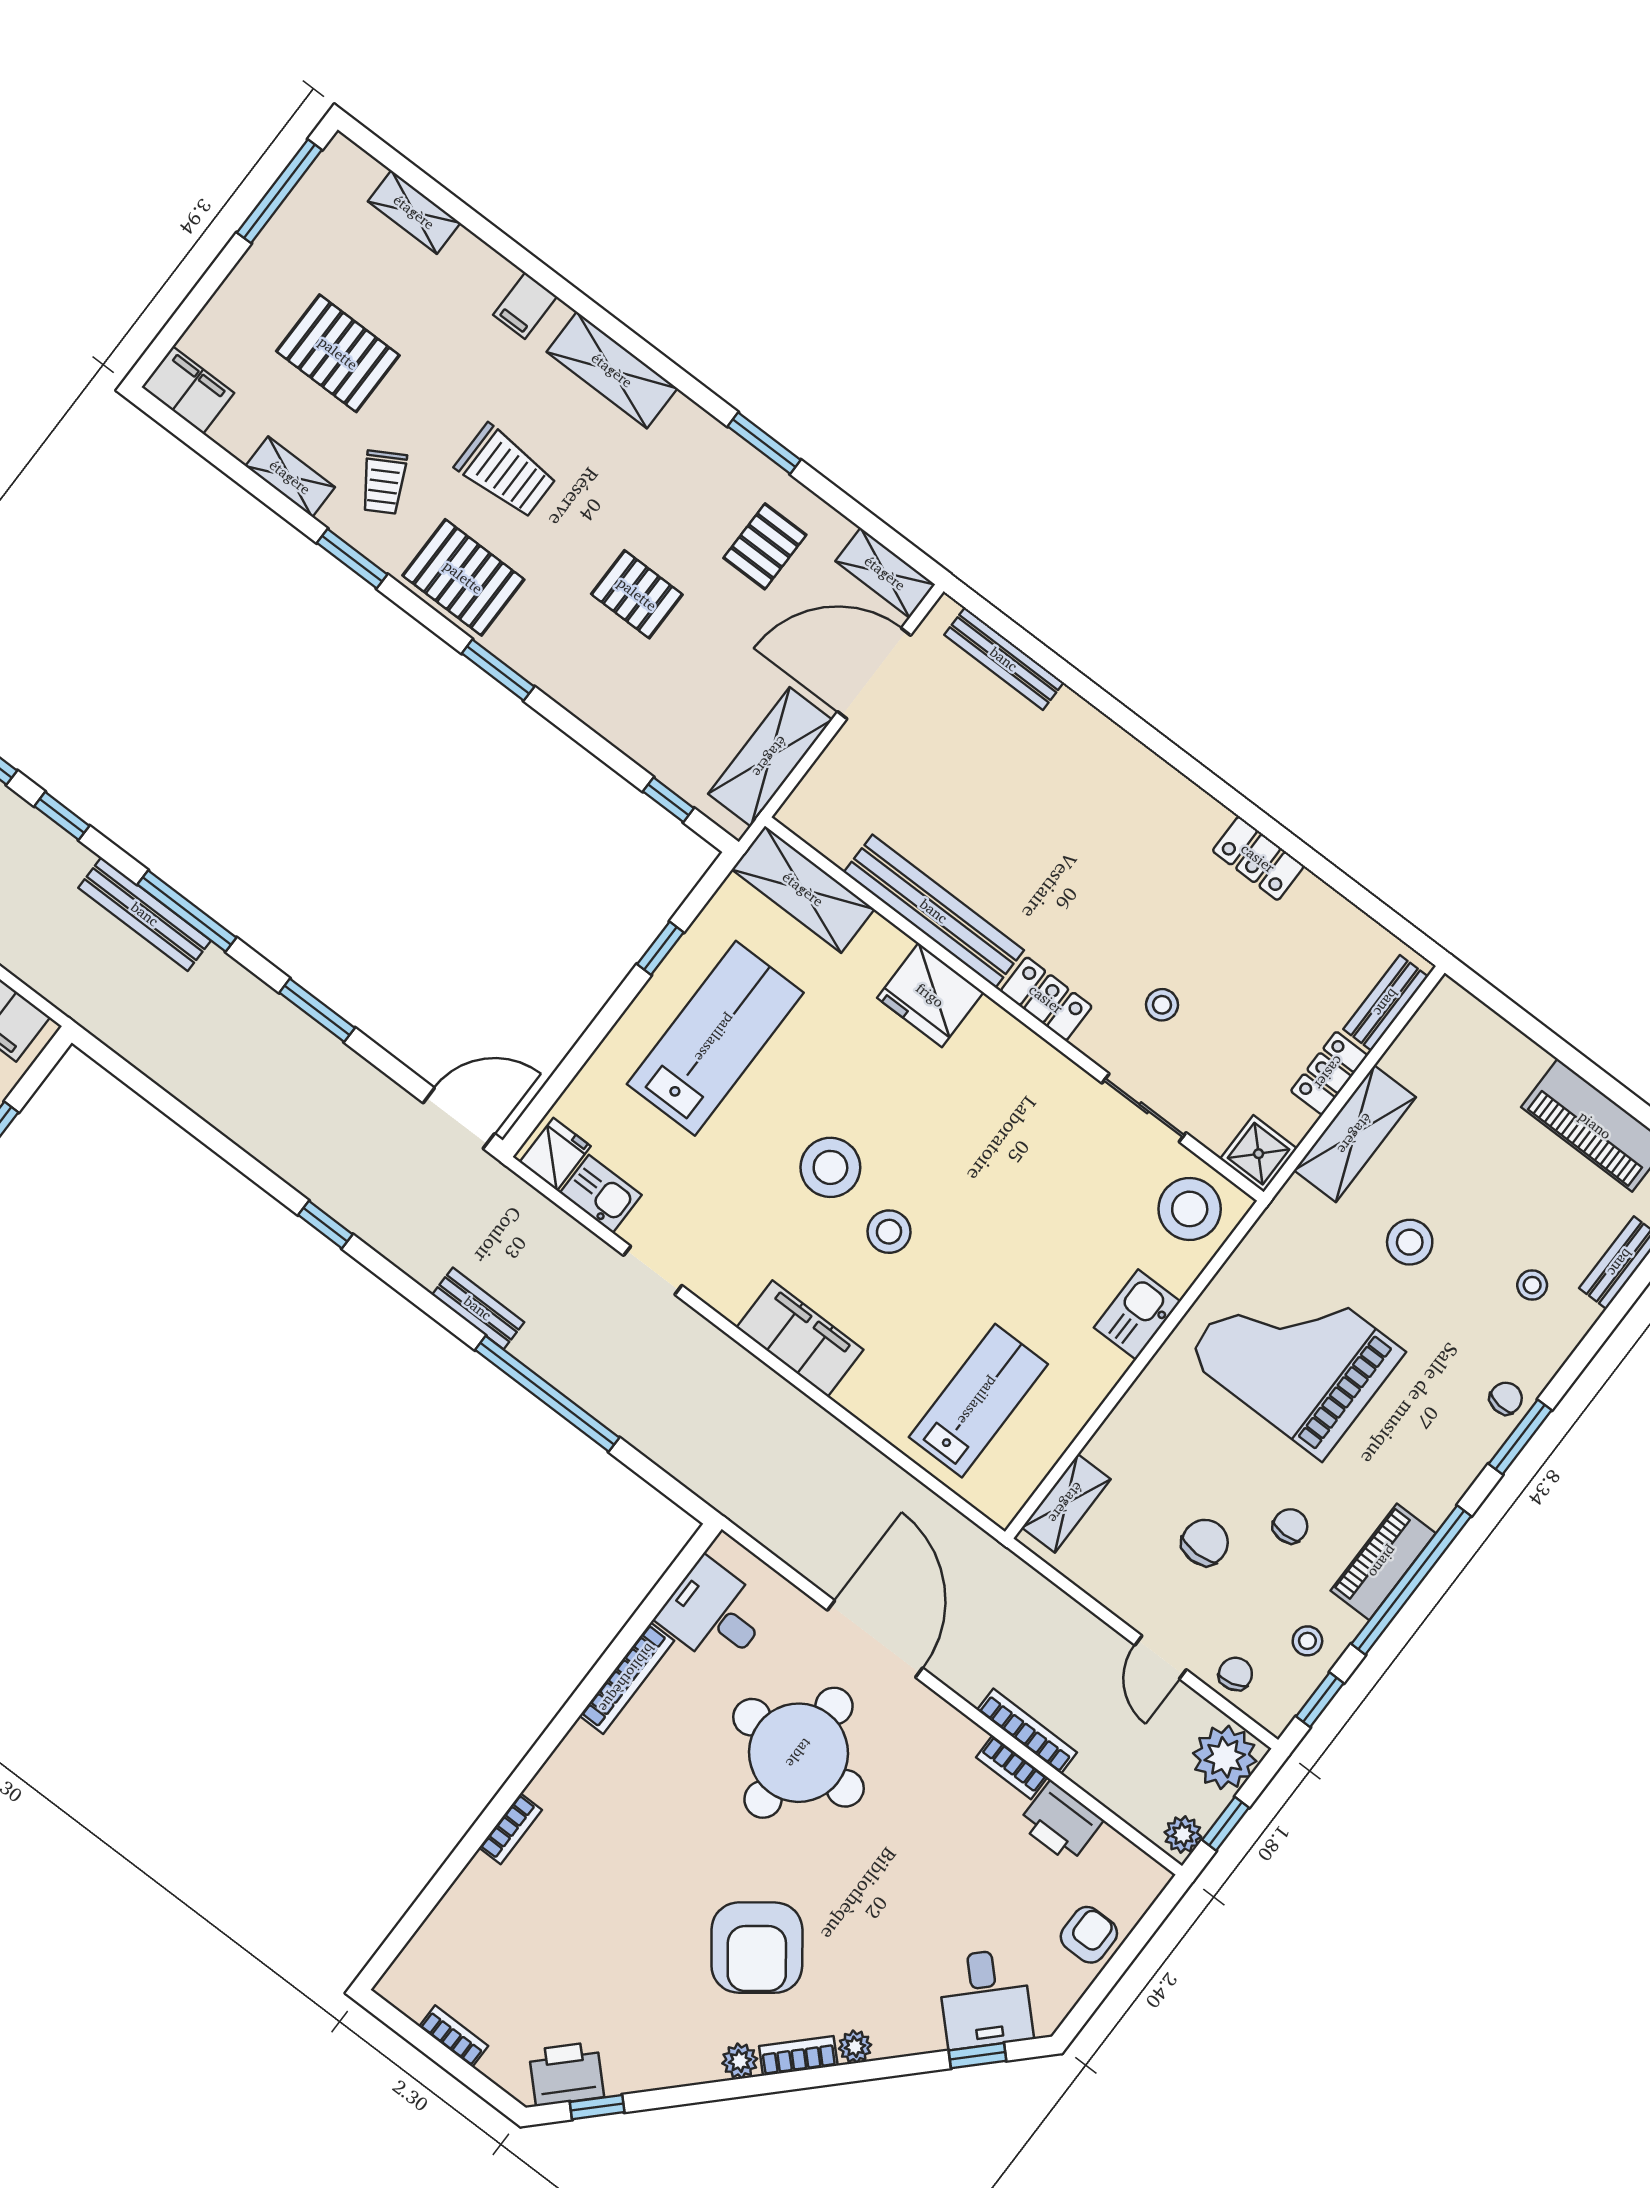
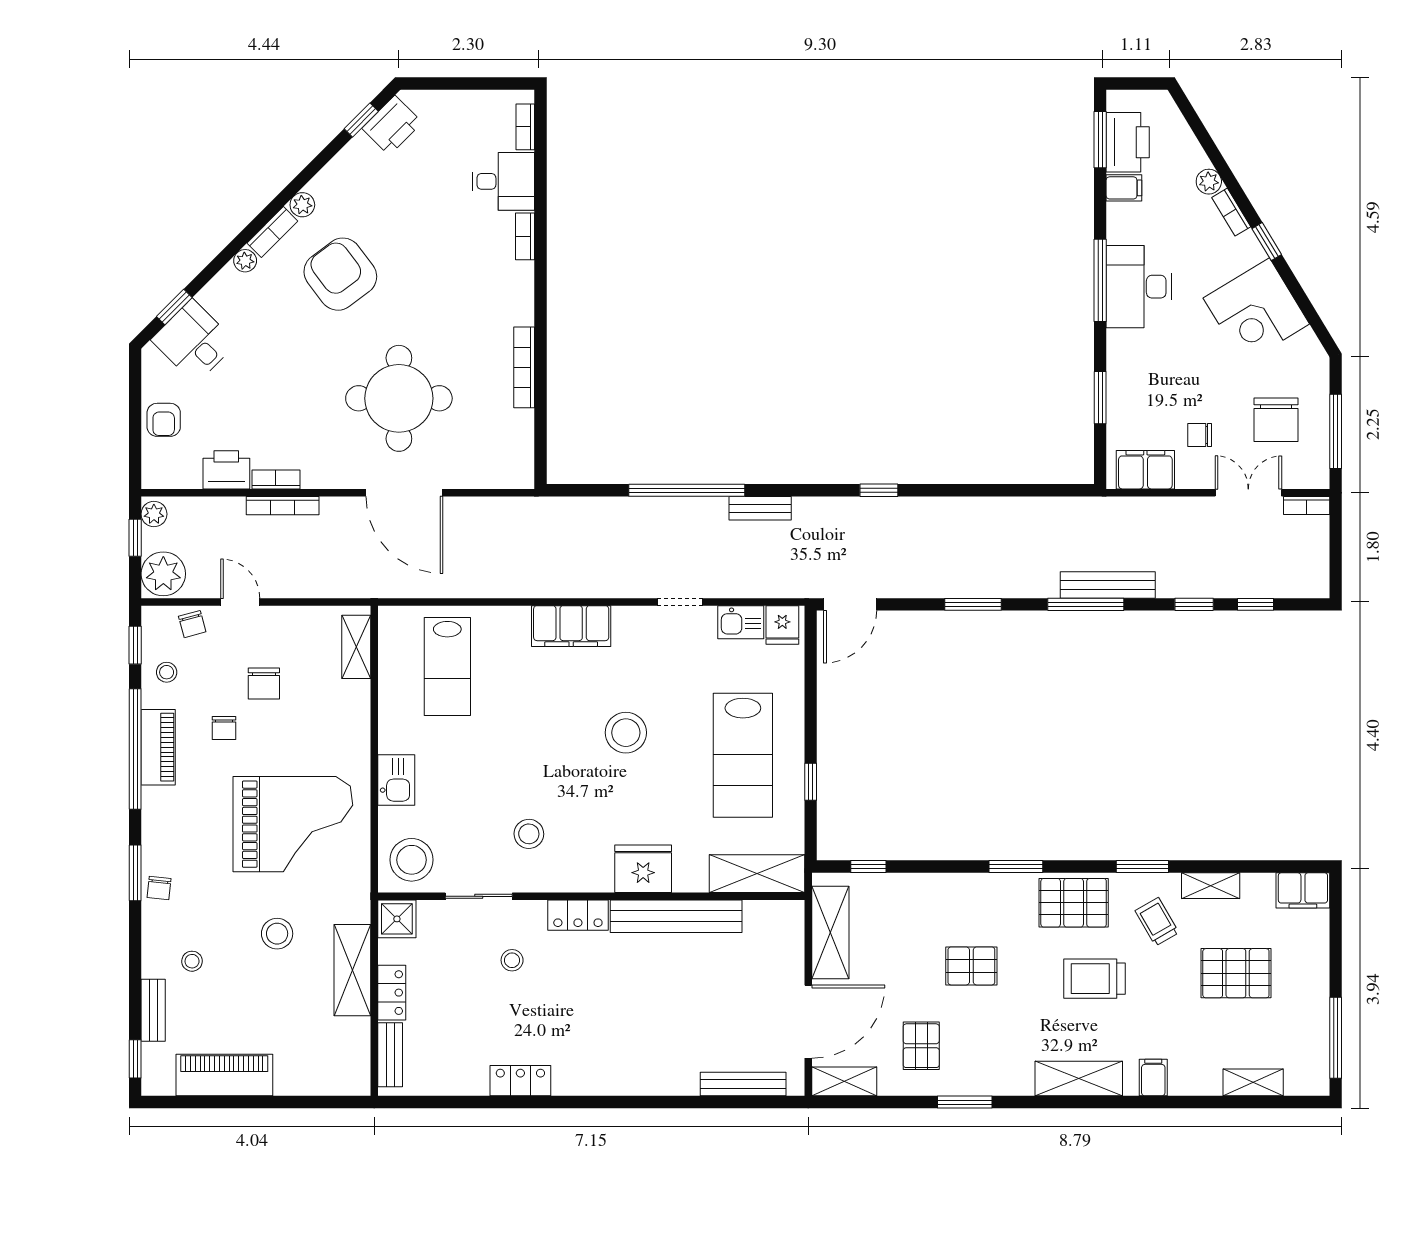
stool: (889, 1232) -> (529, 834), moved
desk: (714, 1614) -> (503, 181), moved
bookcase: (454, 2036) -> (525, 127), moved, turned 90

